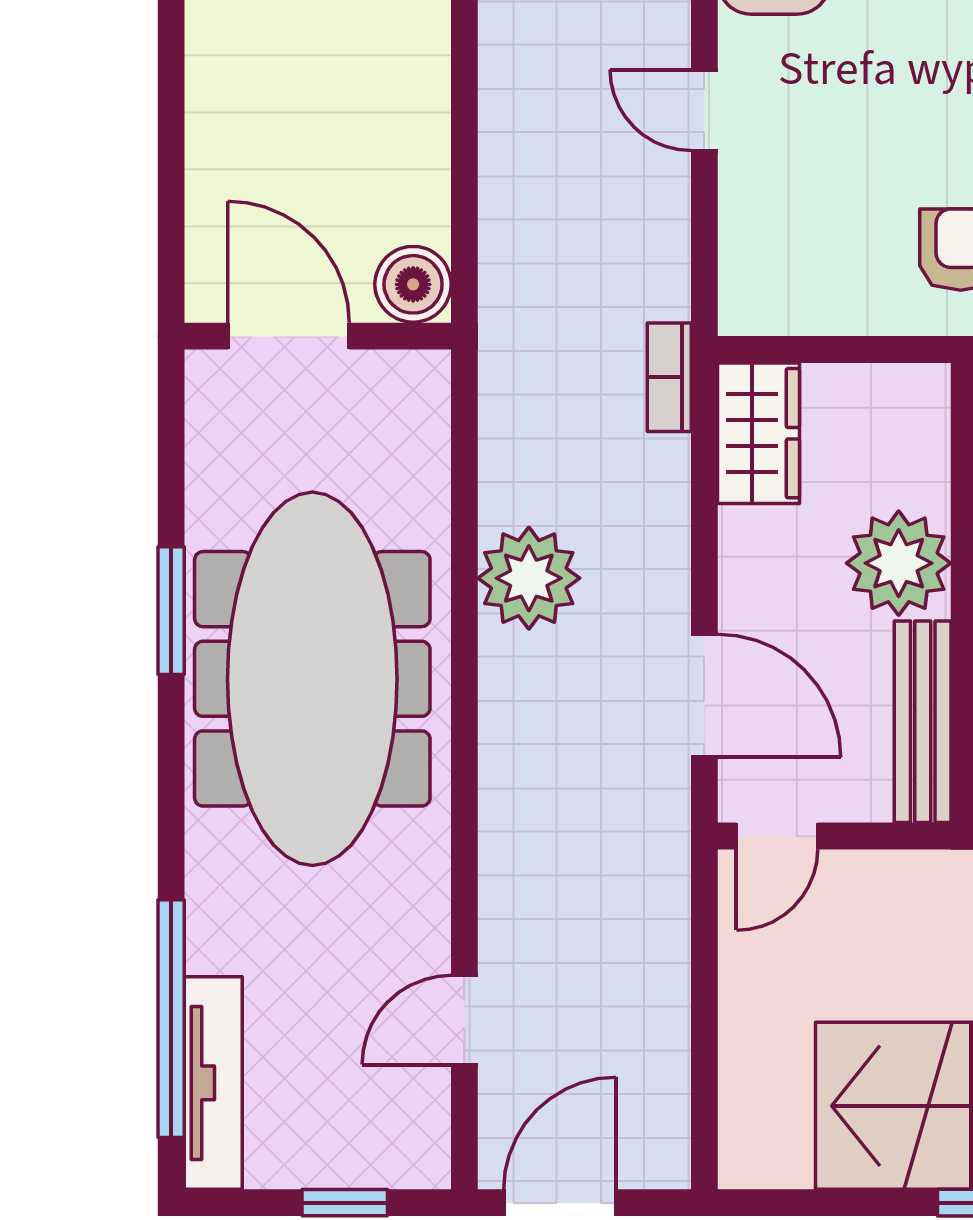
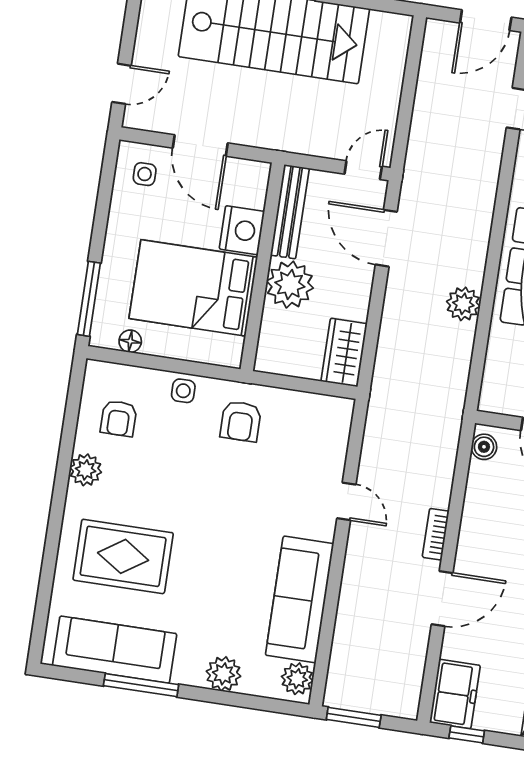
boiler: (413, 284) -> (484, 447), width x0.73, depth x0.73
bookcase: (669, 377) -> (436, 534), moved, turned 180
plant: (529, 578) -> (463, 304), width x0.73, depth x0.73

